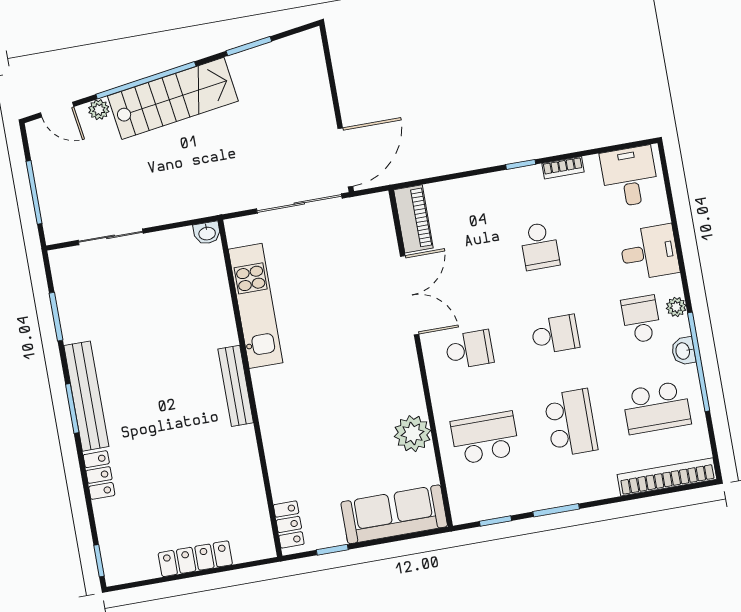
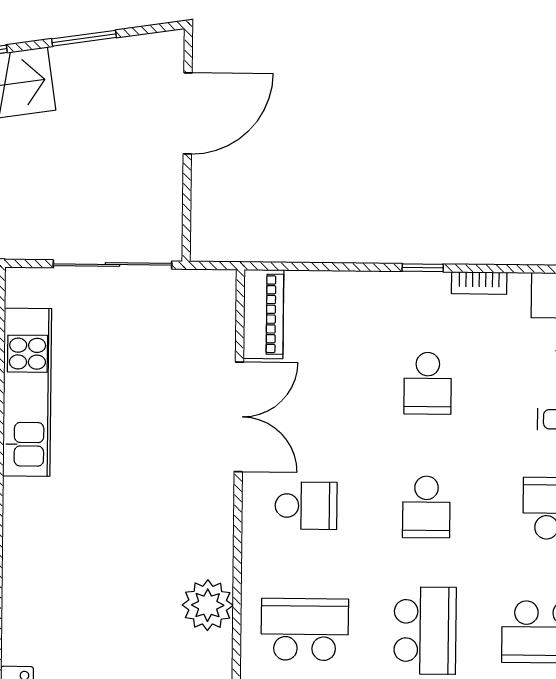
door: (345, 157) -> (188, 113), moved
school desk: (555, 334) -> (426, 507), turned 90

